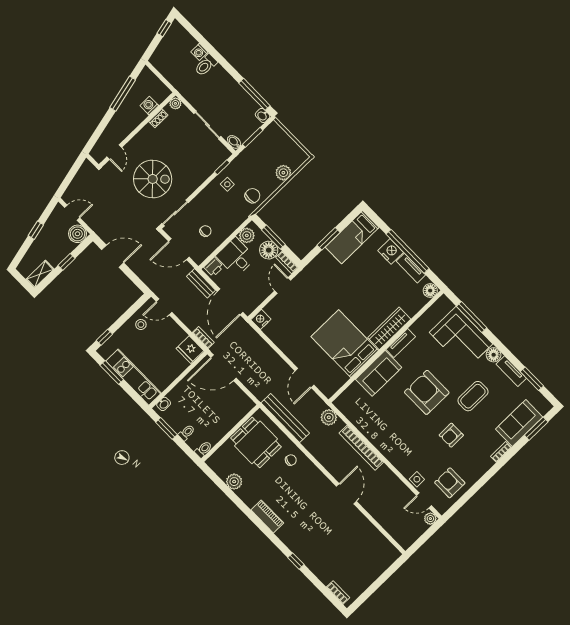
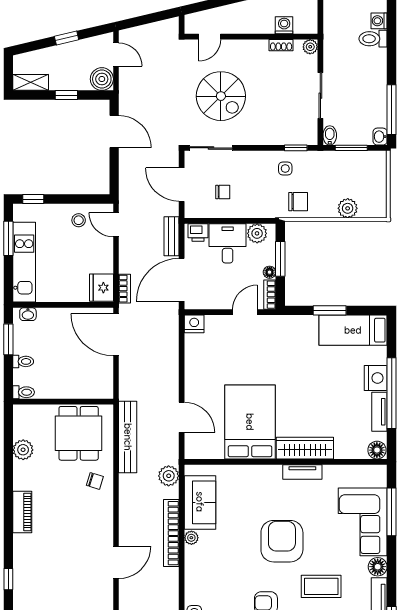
floor lamp: (269, 250) -> (270, 272), width x0.53, depth x0.53
sofa: (379, 373) -> (200, 502), moved, turned -90
door: (304, 378) -> (182, 417), swing flipped
plant: (375, 439) -> (191, 538), added

